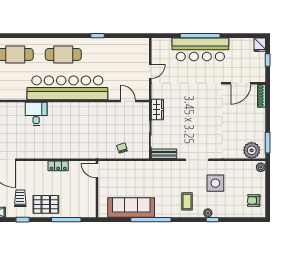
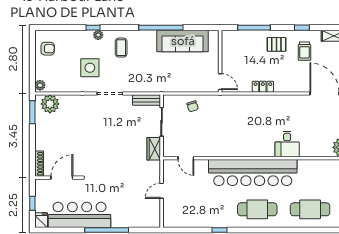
bar counter: (200, 49) -> (80, 215), moved
pallet: (46, 204) -> (276, 44), width x0.67, depth x0.71

